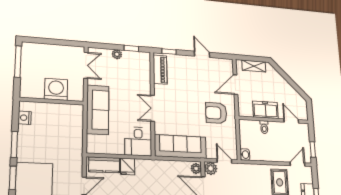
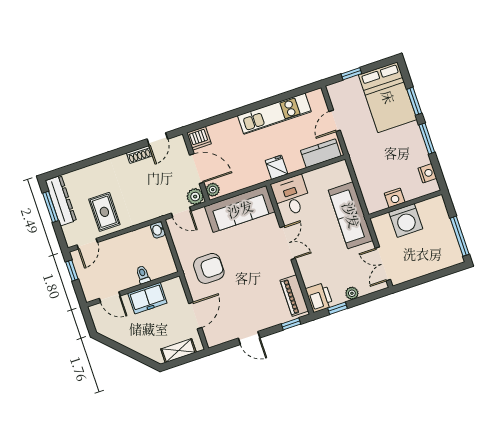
printer: (142, 61) -> (319, 297), added
nightstand: (58, 109) -> (395, 198), added
fridge: (128, 166) -> (276, 167), moved

